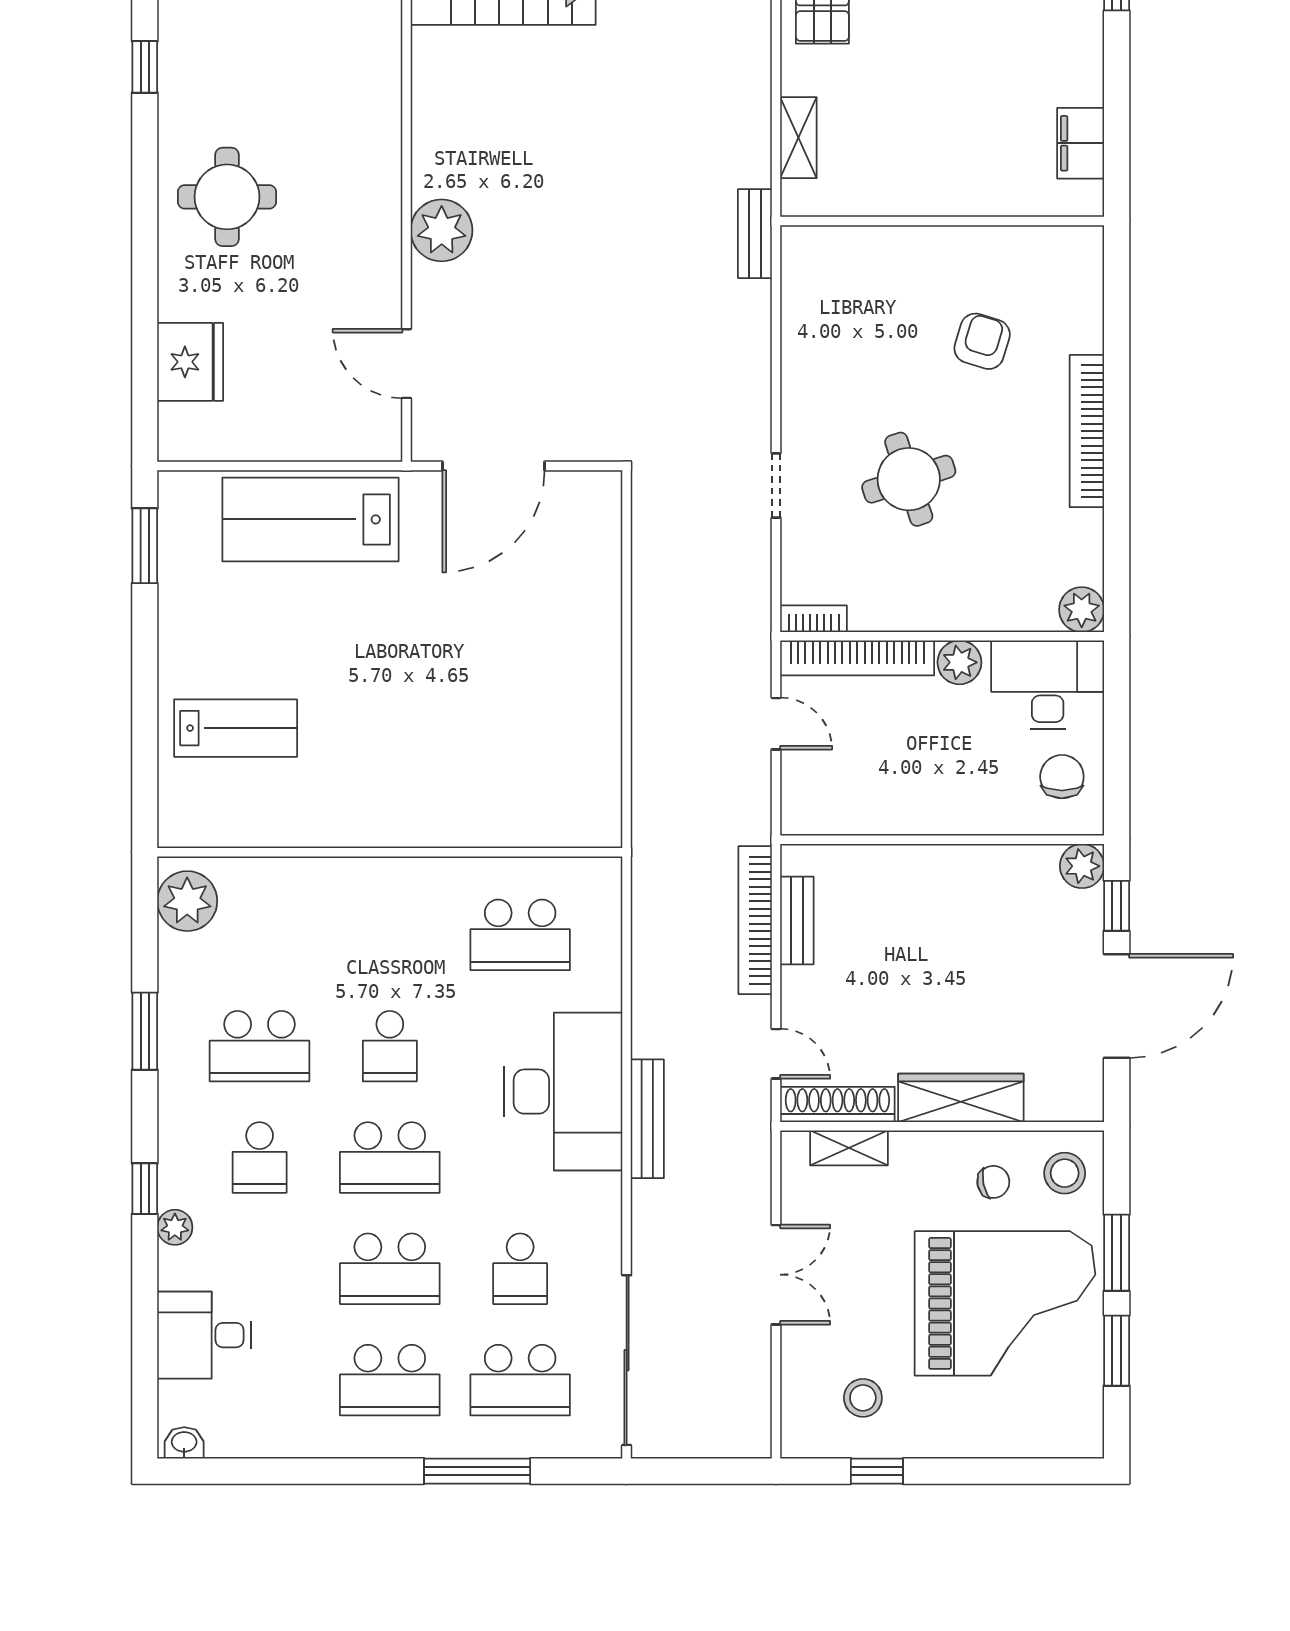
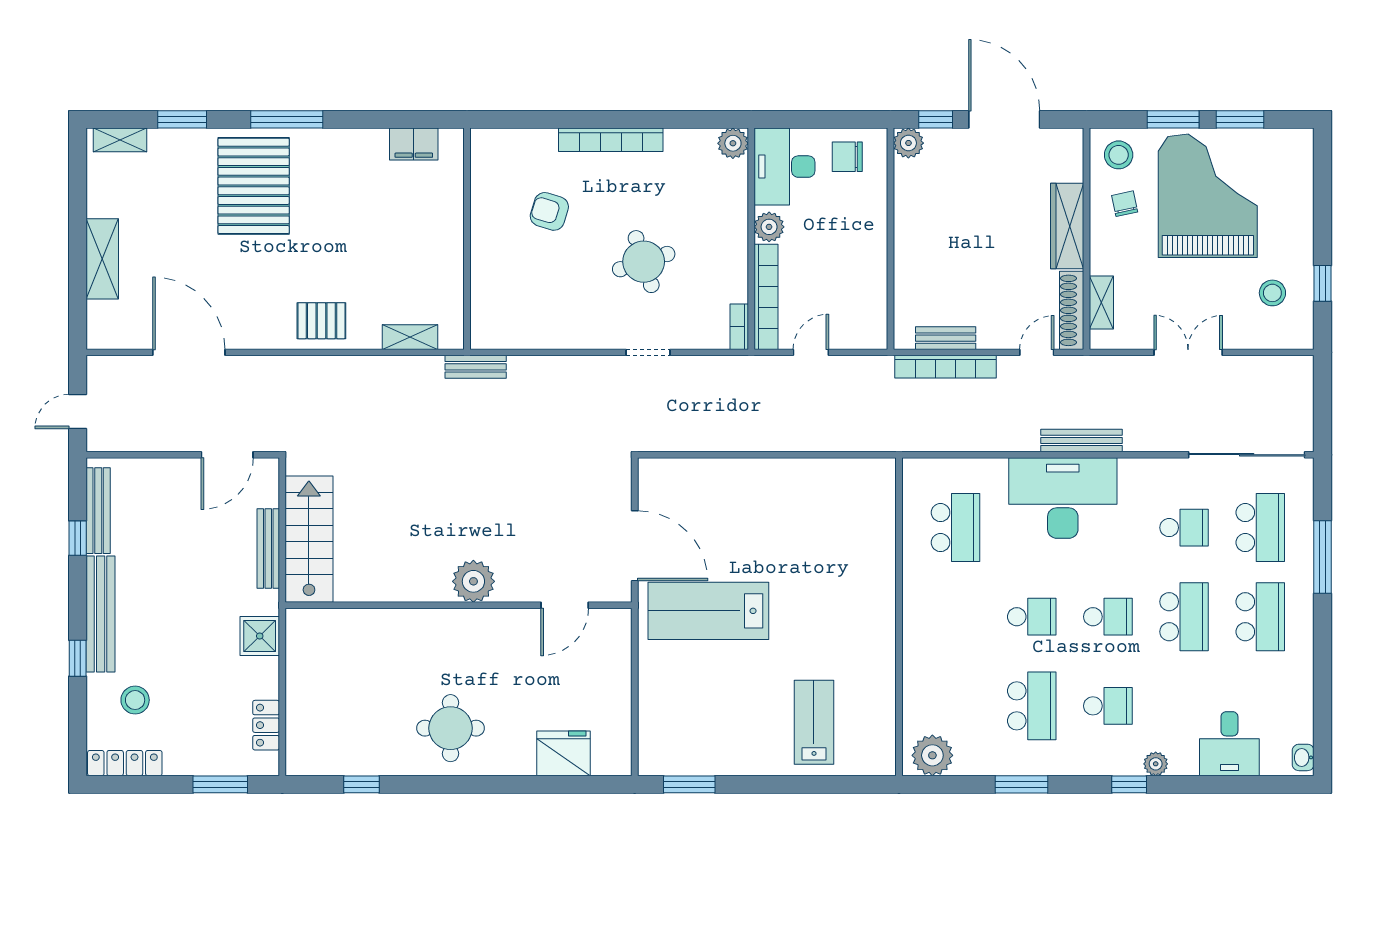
lab bench: (310, 519) -> (708, 611), moved, turned 90
school desk: (390, 1157) -> (1108, 617), width x0.54

